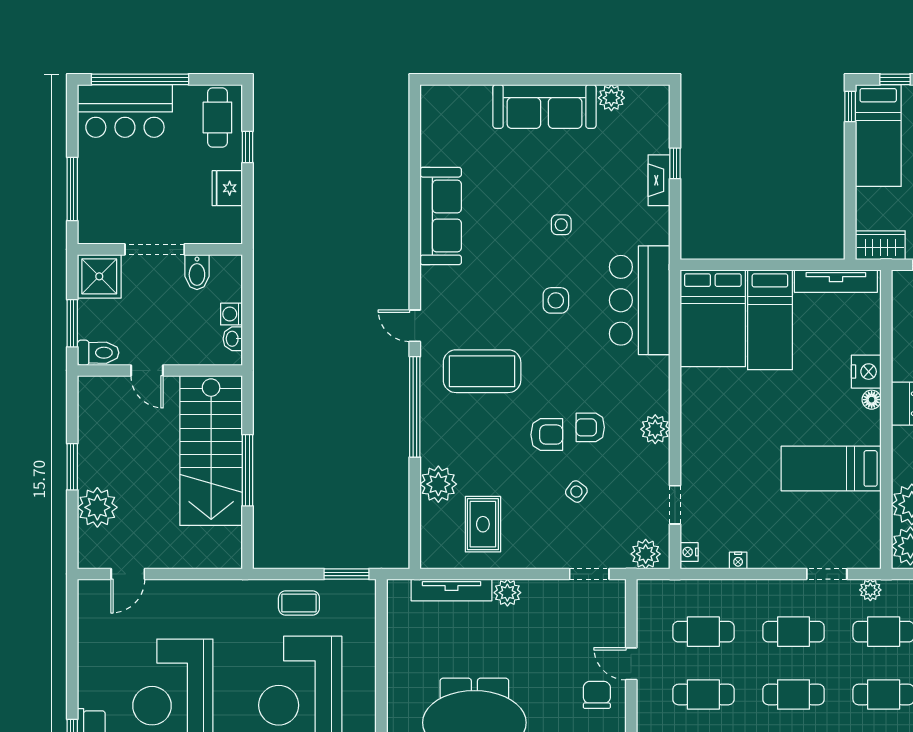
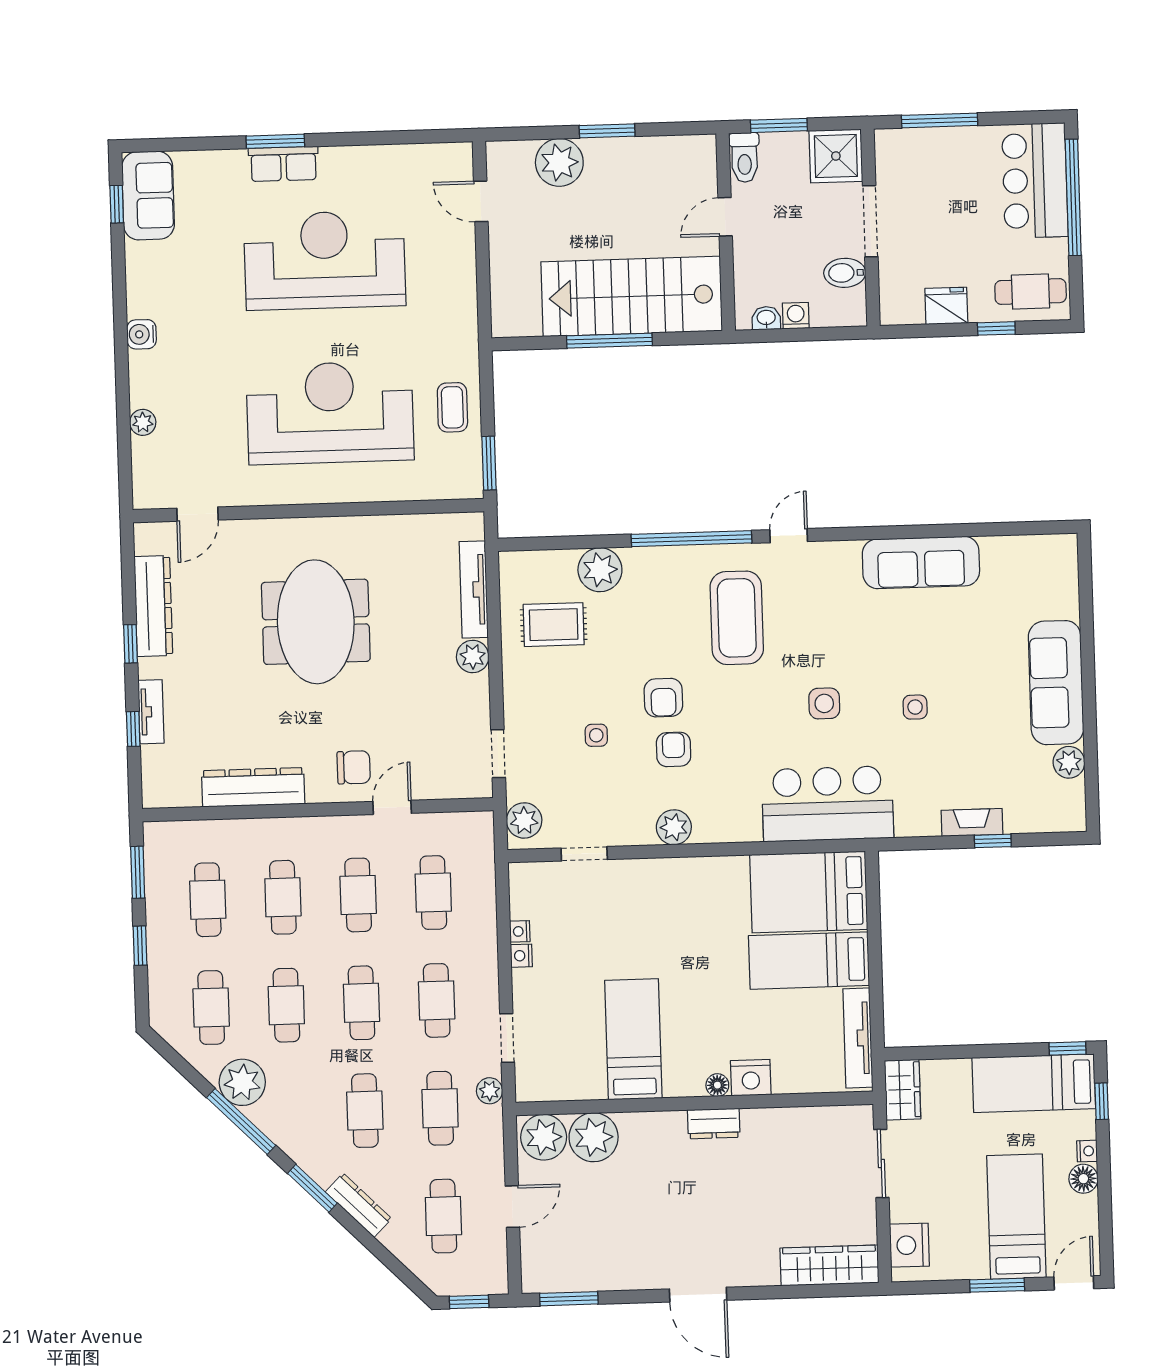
side table: (576, 492) -> (596, 735), turned -37
nightstand: (689, 552) -> (521, 956), moved, turned -90

